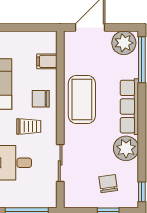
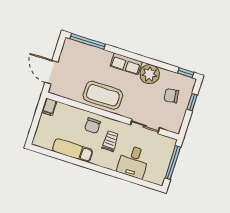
plant: (124, 43) -> (71, 51), removed
filing cabinet: (47, 61) -> (49, 107), moved
row of seats: (129, 107) -> (126, 64), width x0.68

